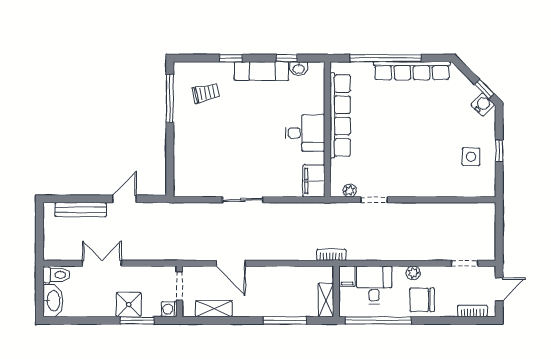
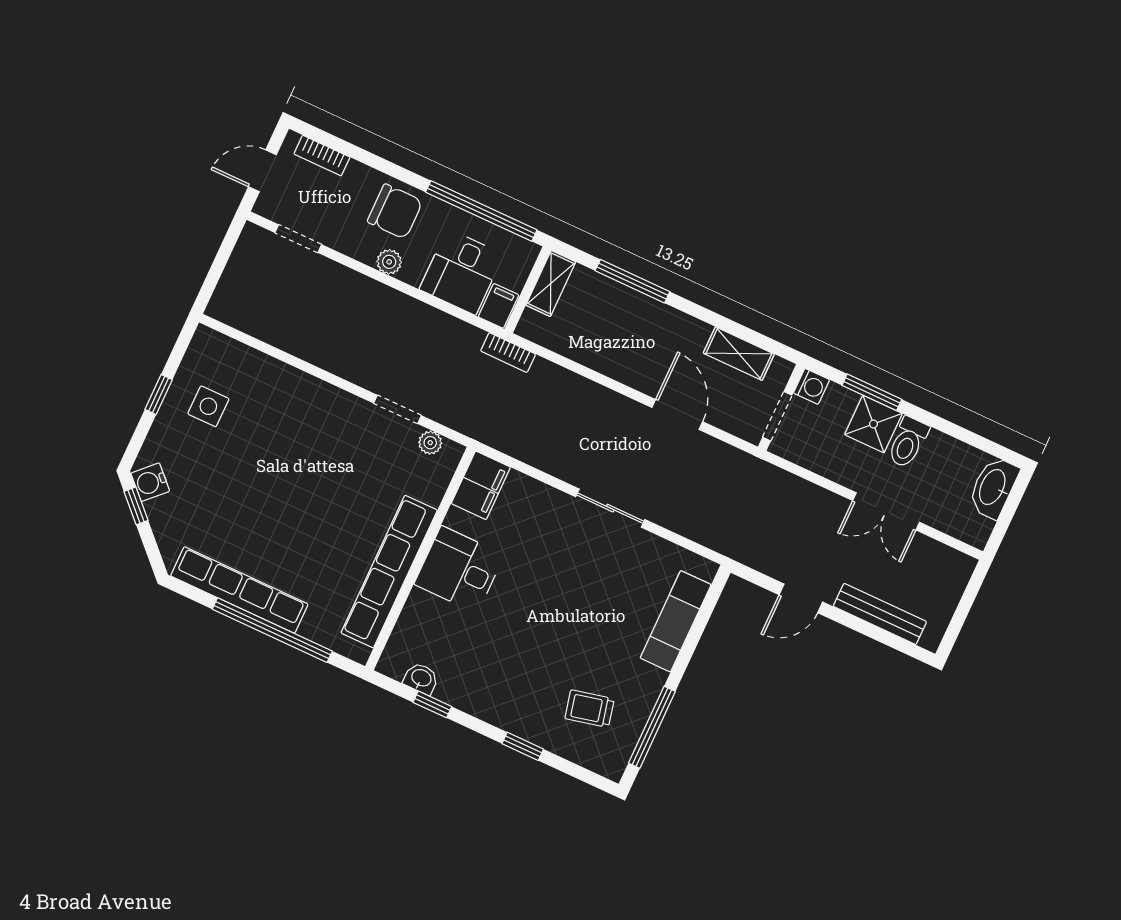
exam couch: (261, 71) -> (676, 621), moved, turned -90
toilet: (56, 275) -> (908, 442), moved, turned -90

